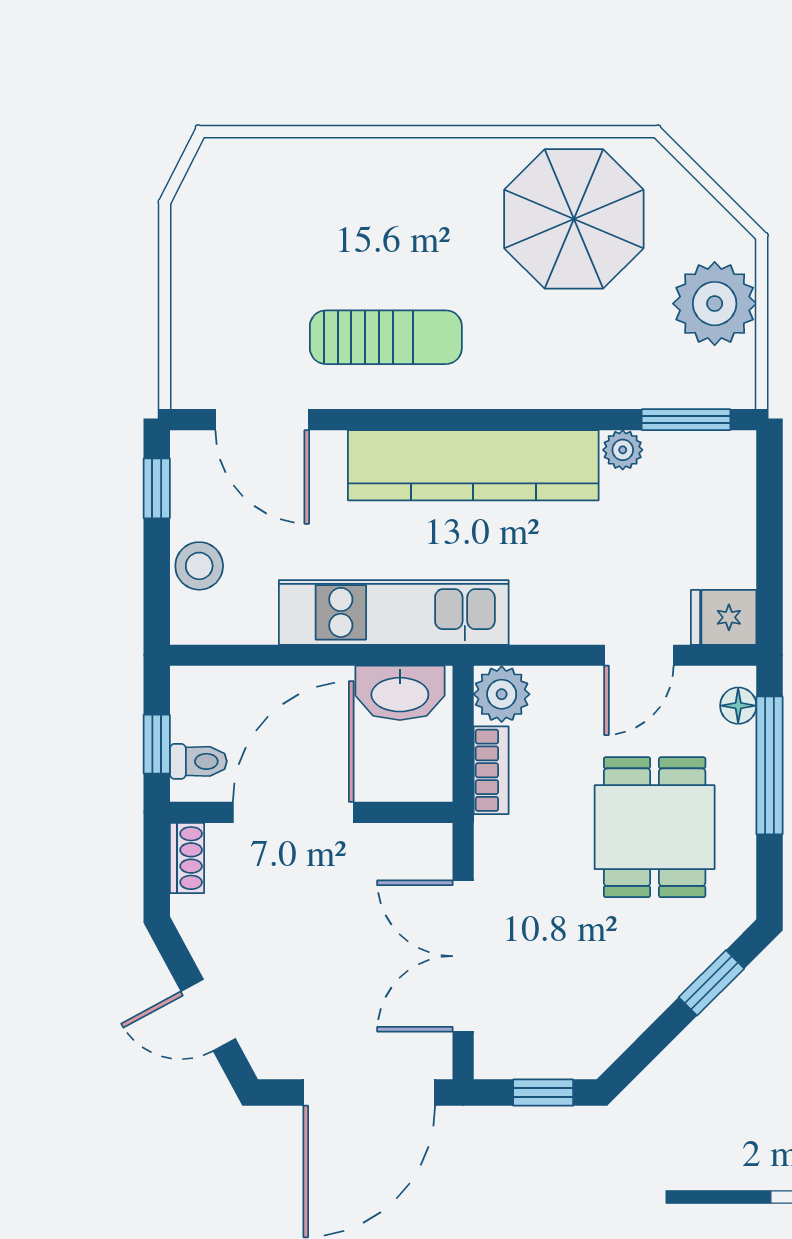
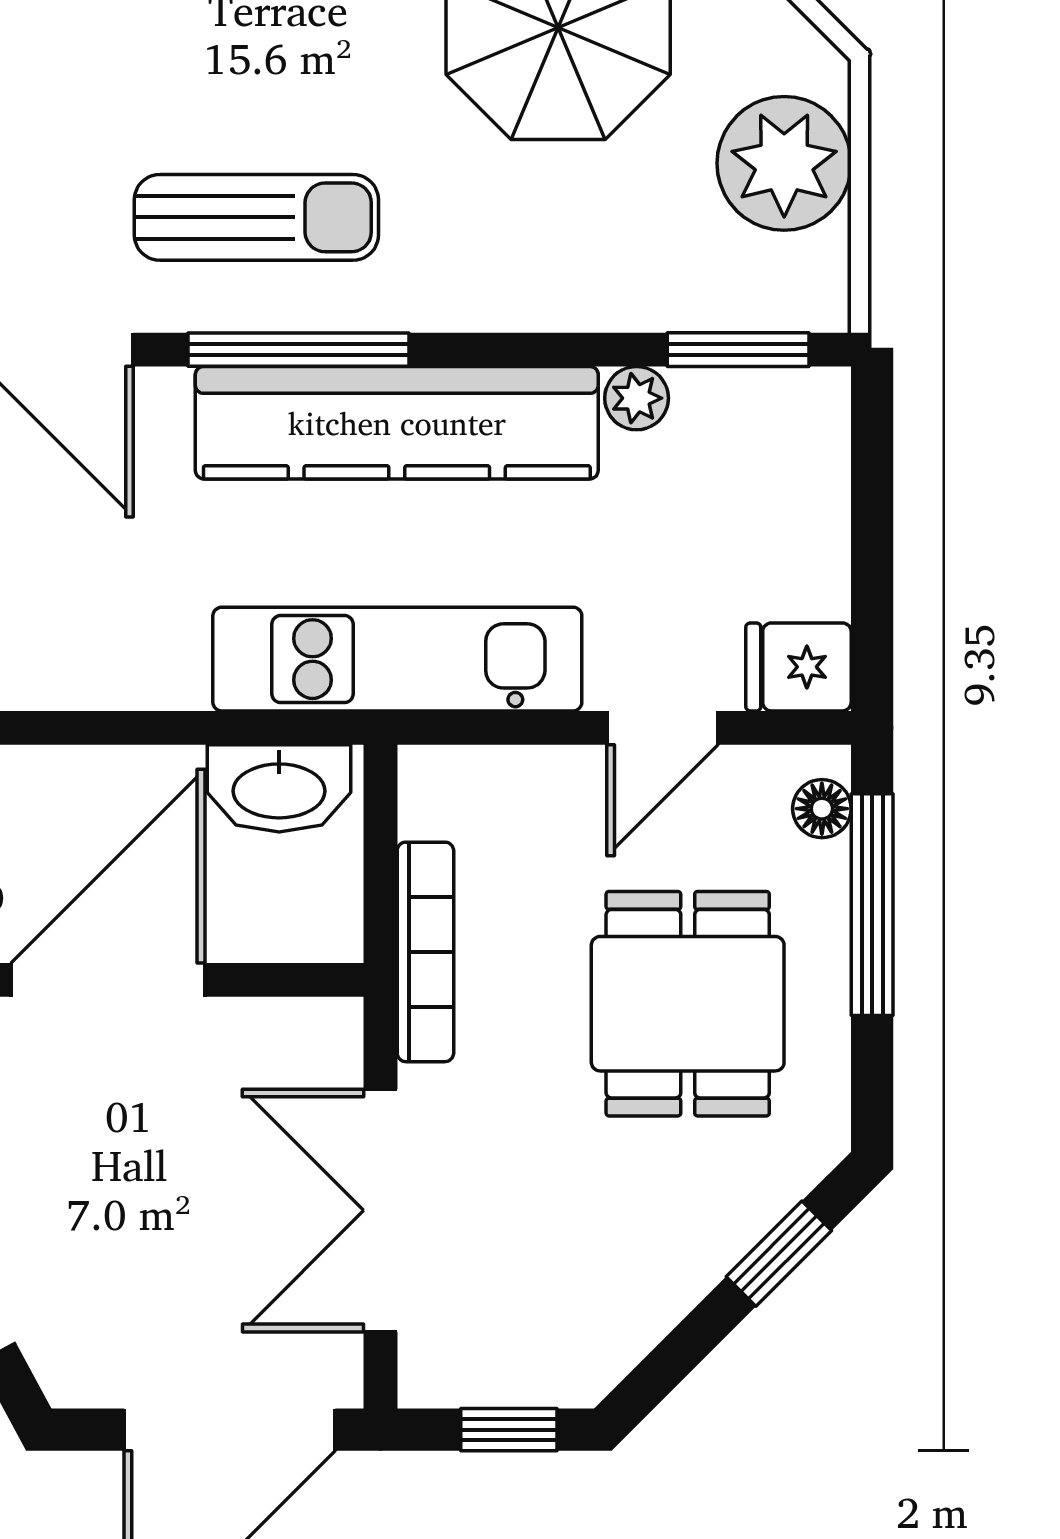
window: (412, 420) -> (298, 350), added
kitchen unit: (394, 612) -> (397, 659), moved
plant: (502, 694) -> (442, 790), removed
bookcase: (491, 770) -> (425, 952), width x1.56

